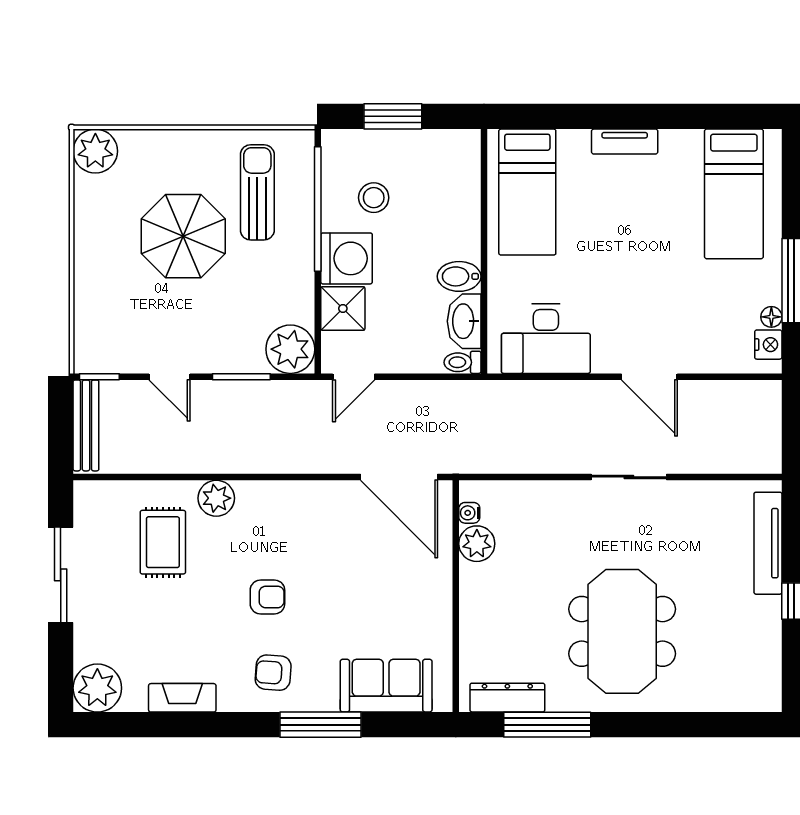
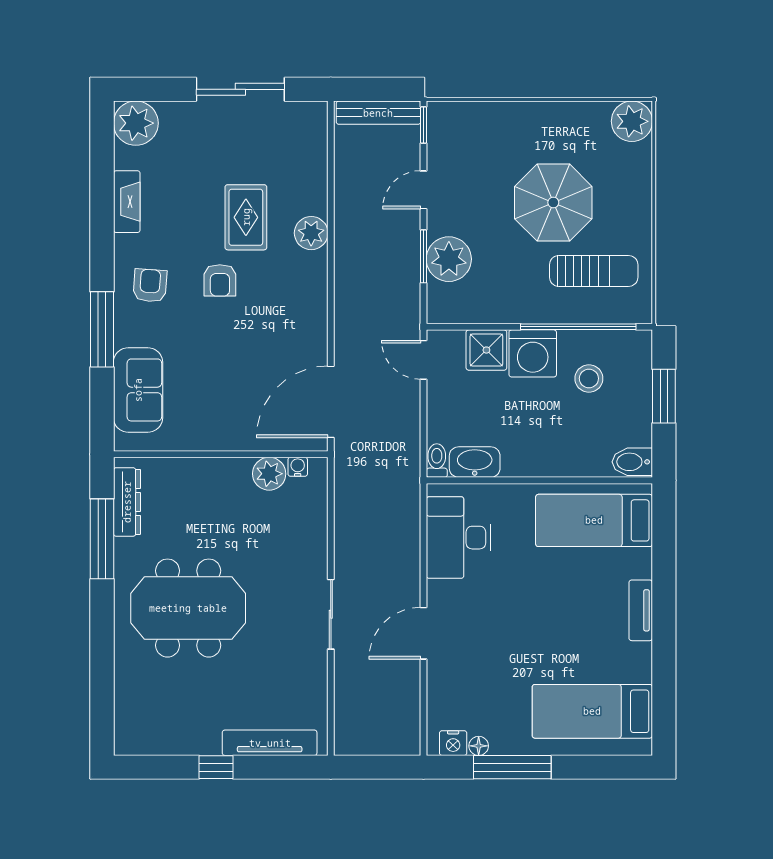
bidet: (459, 276) -> (632, 462), moved, turned -90
plant: (290, 349) -> (449, 259), moved
rug: (163, 542) -> (246, 217), moved, turned 90

